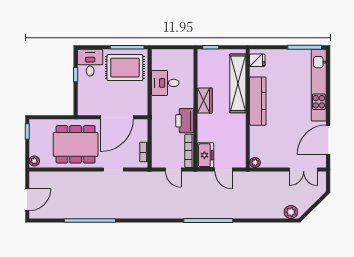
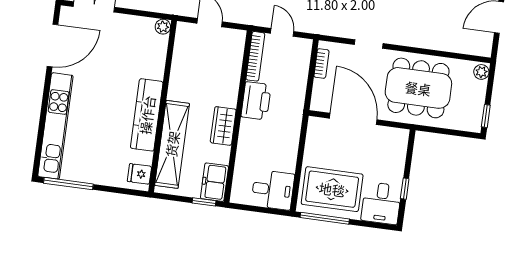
desk: (165, 83) -> (273, 190), moved
door: (117, 117) -> (353, 119), hinge flipped
freezer: (206, 155) -> (214, 182), moved

